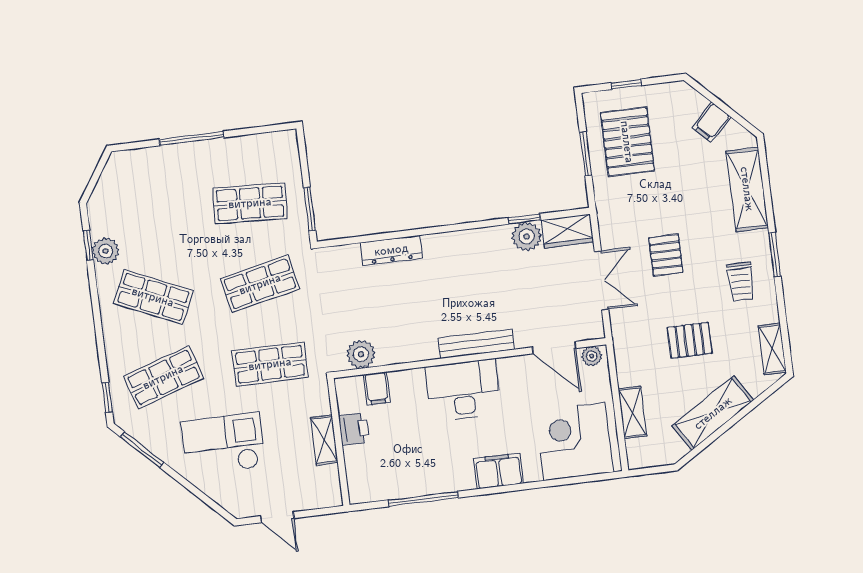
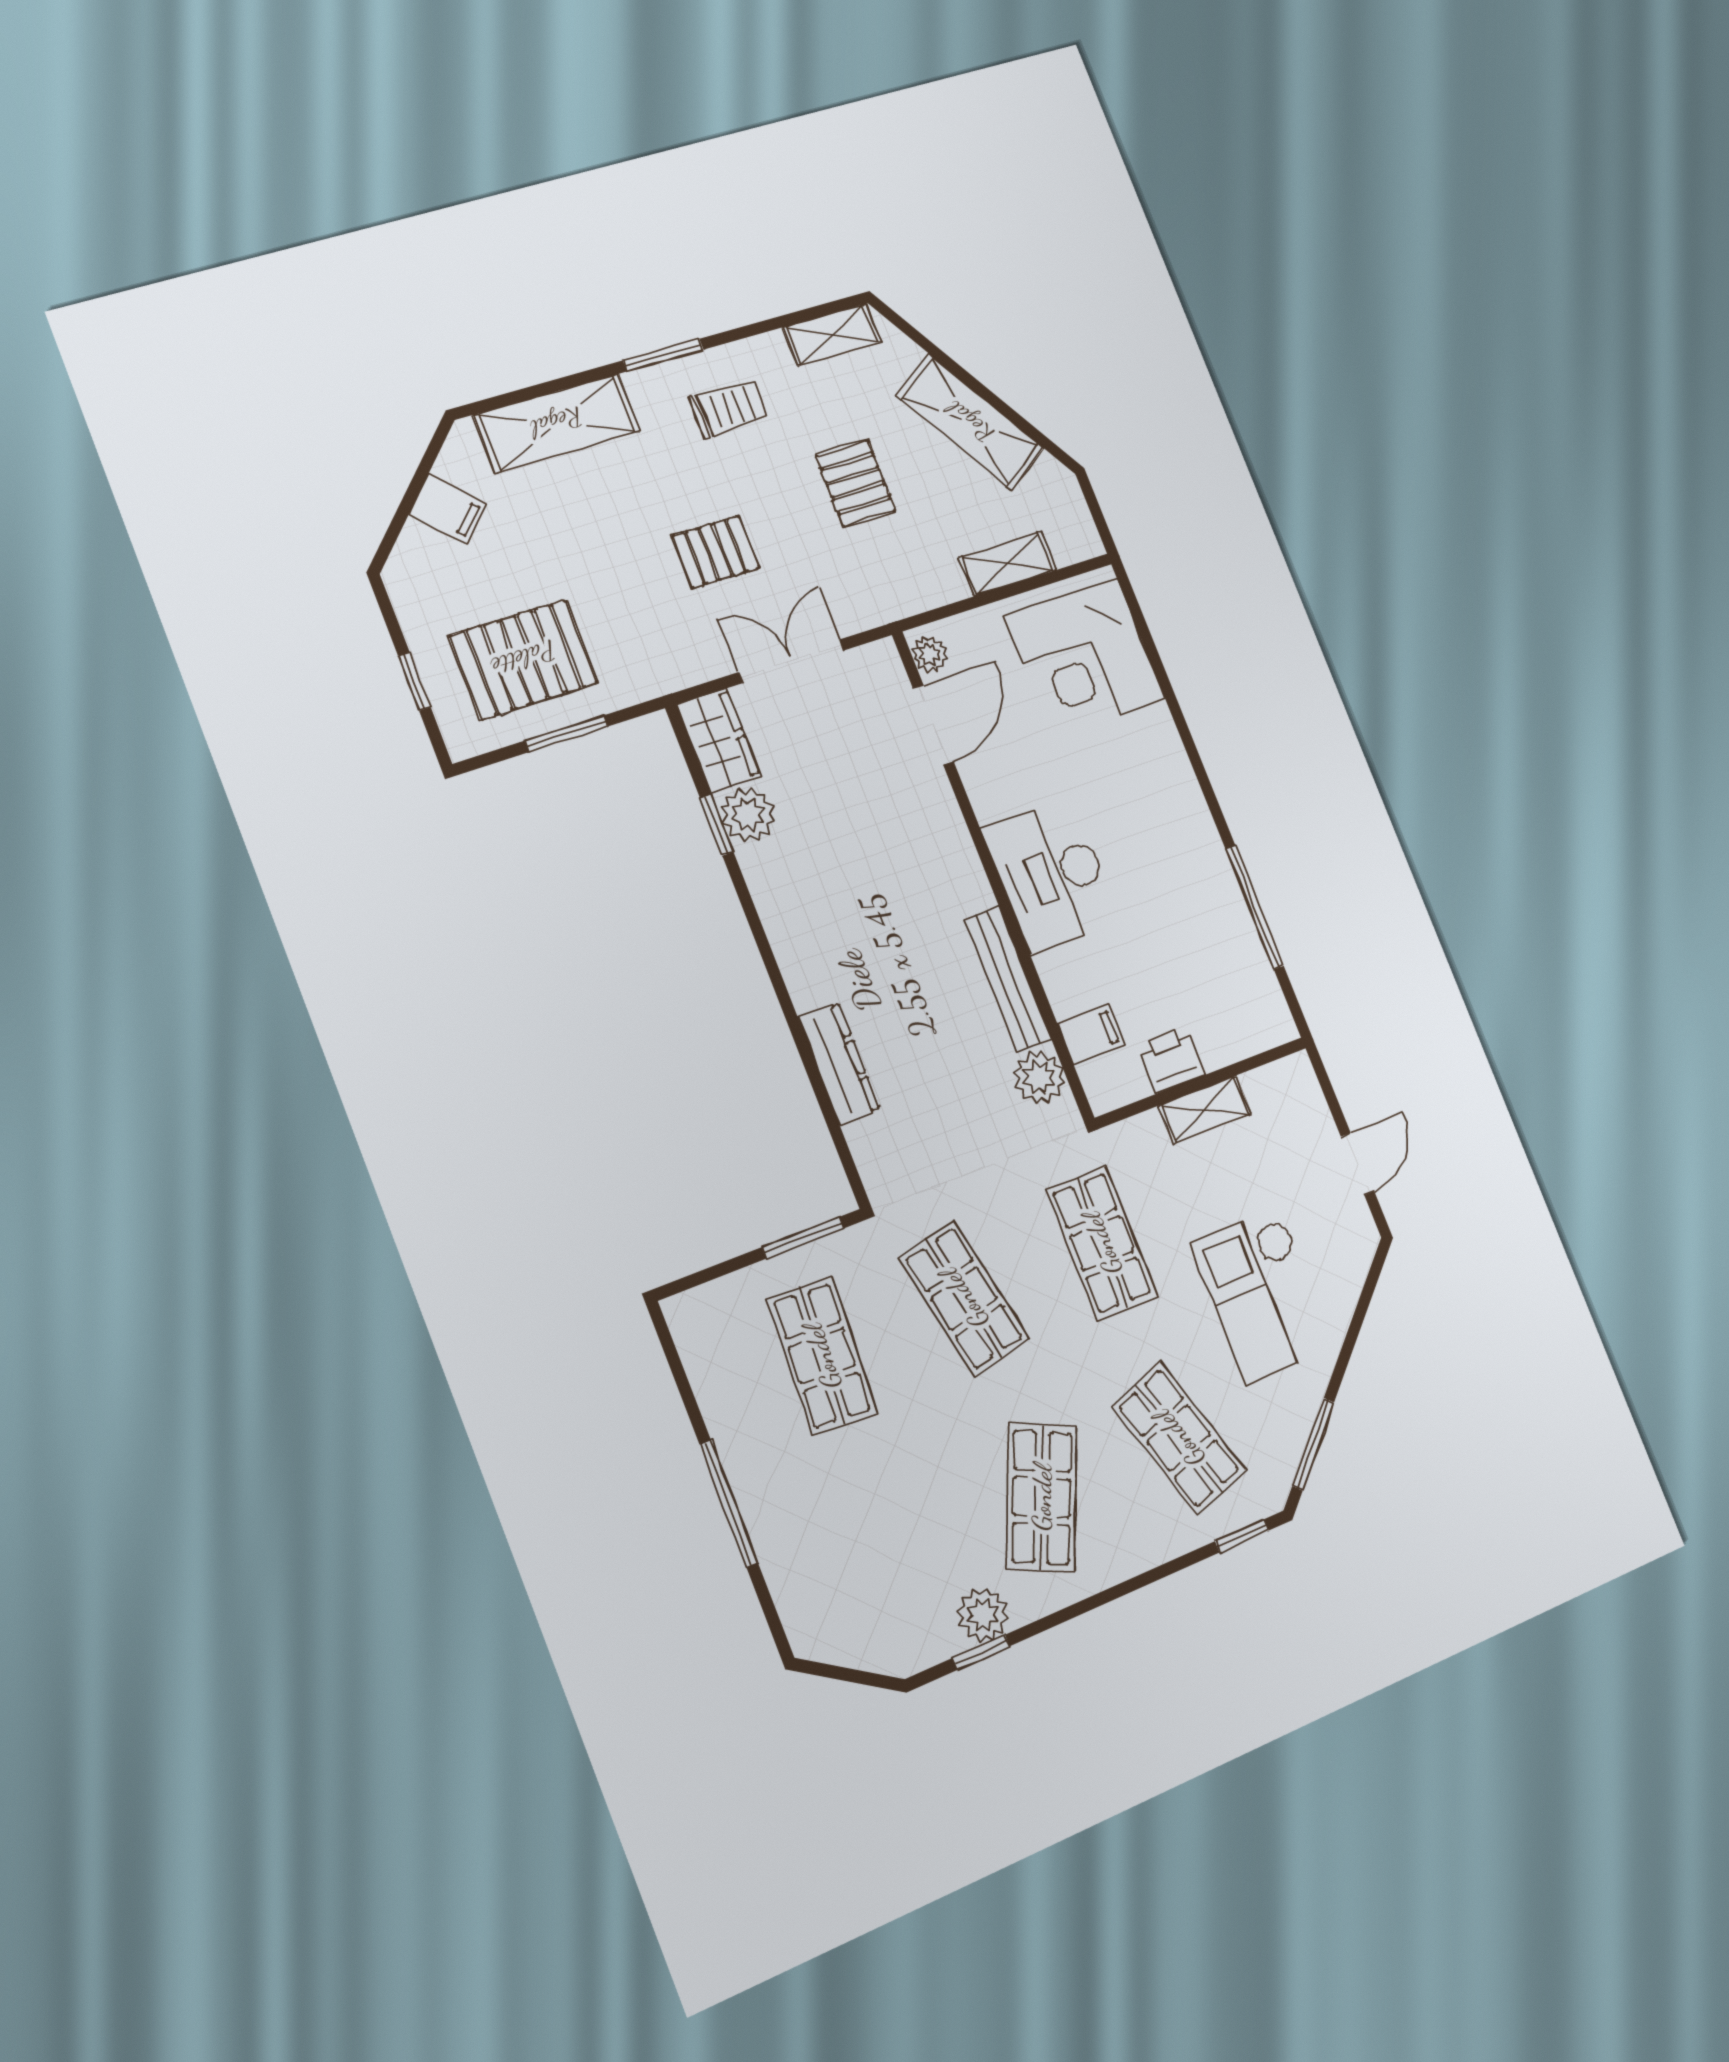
bench: (476, 344) -> (1008, 979), moved
filing cabinet: (499, 471) -> (1171, 783), removed

